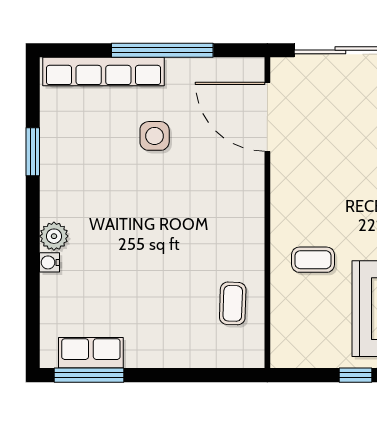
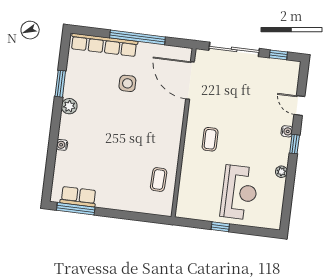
plant: (54, 236) -> (69, 106), moved
coffee table: (313, 260) -> (210, 139), moved, turned 90

